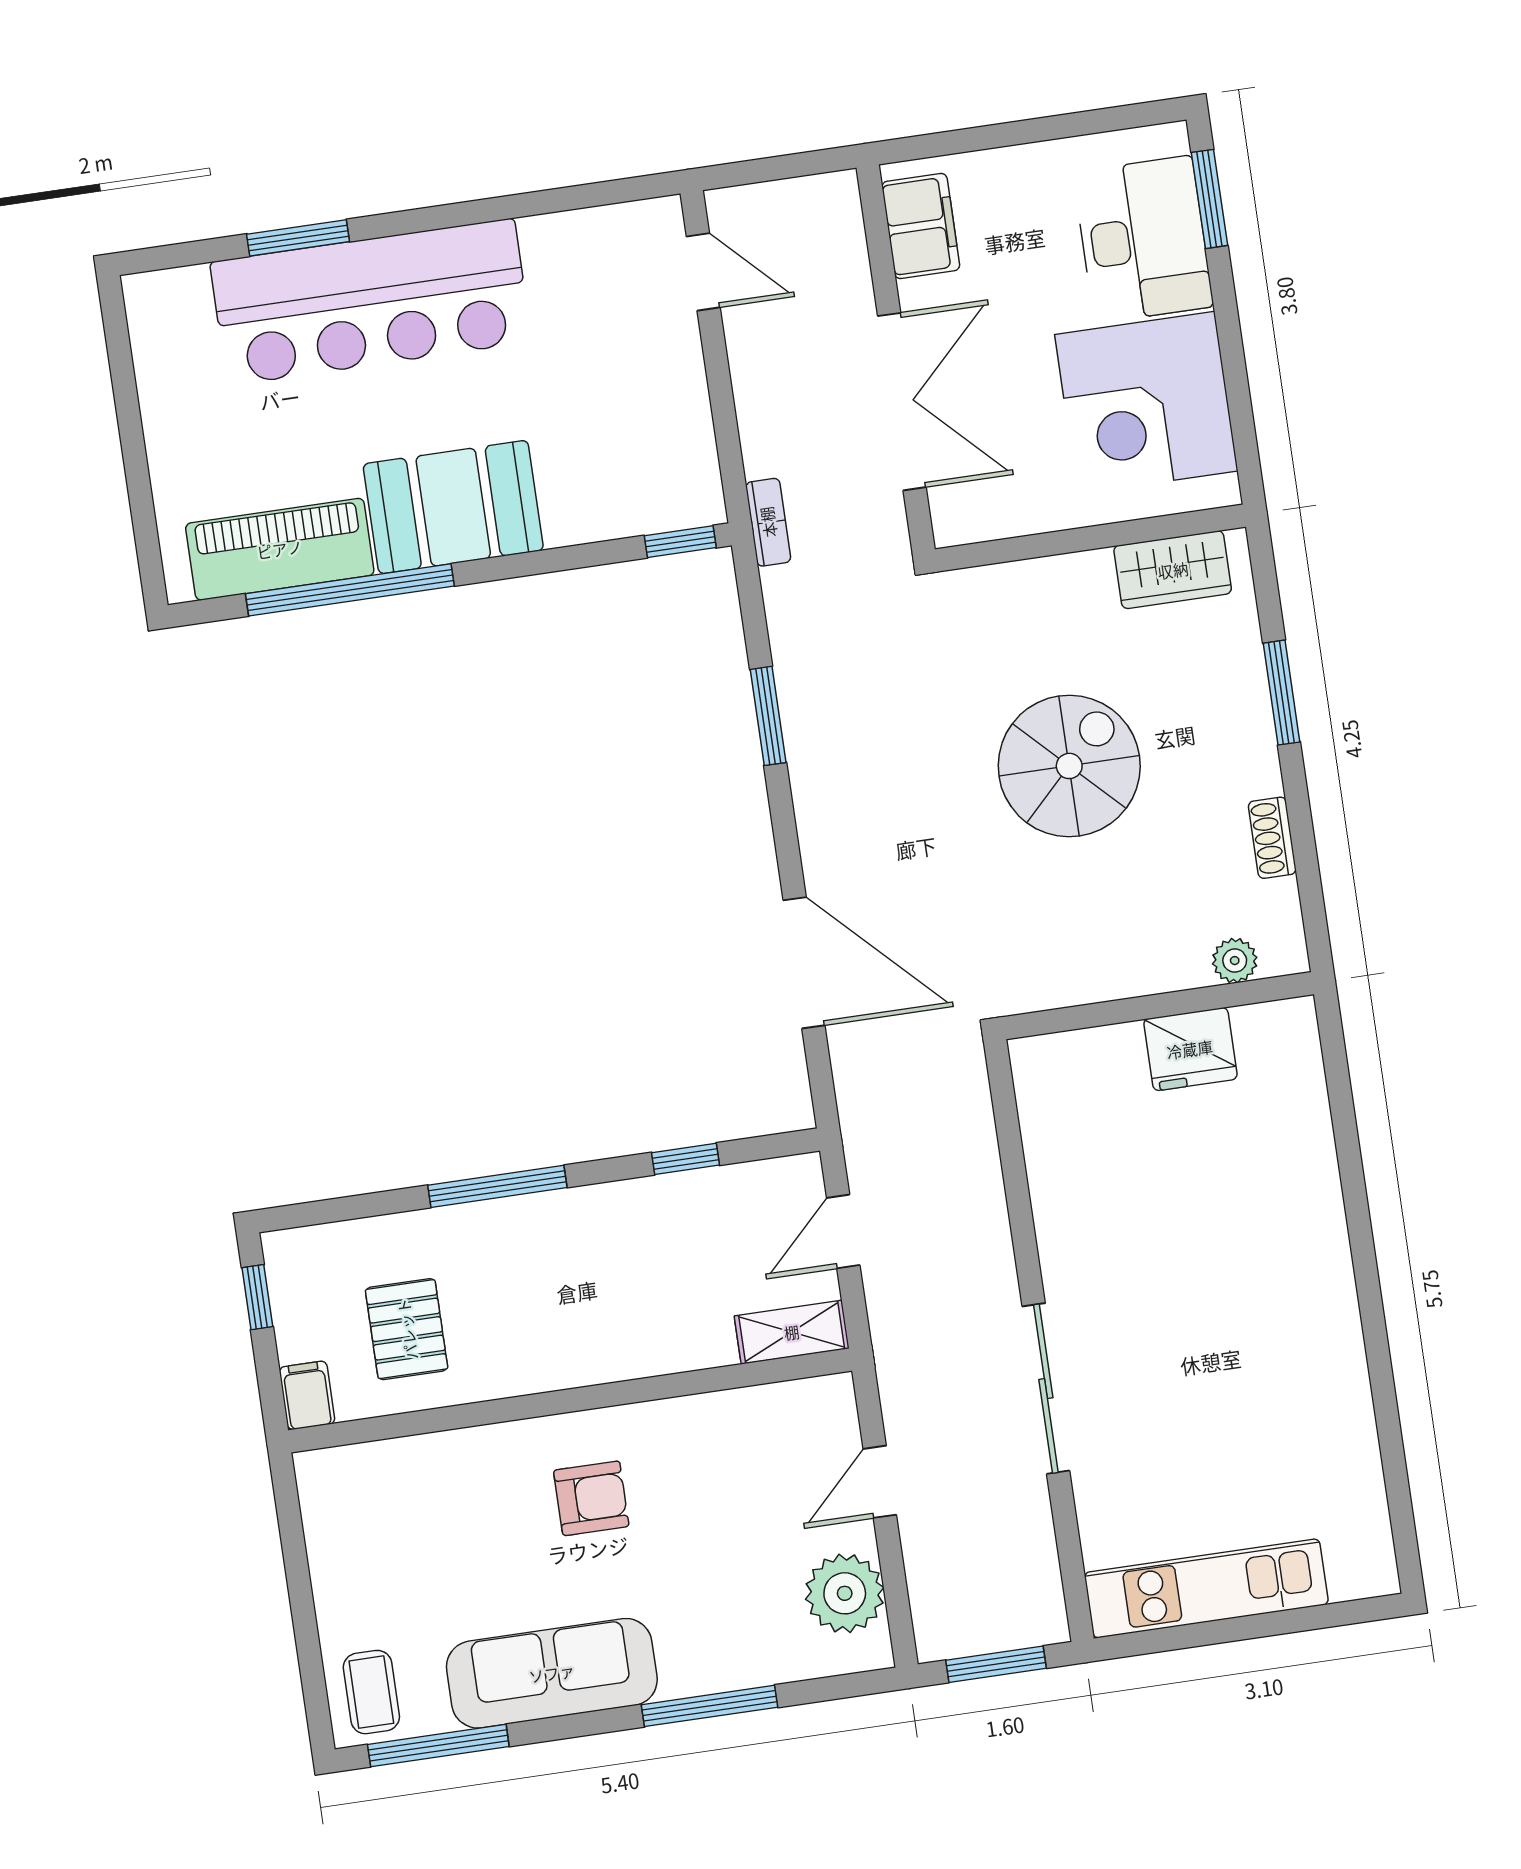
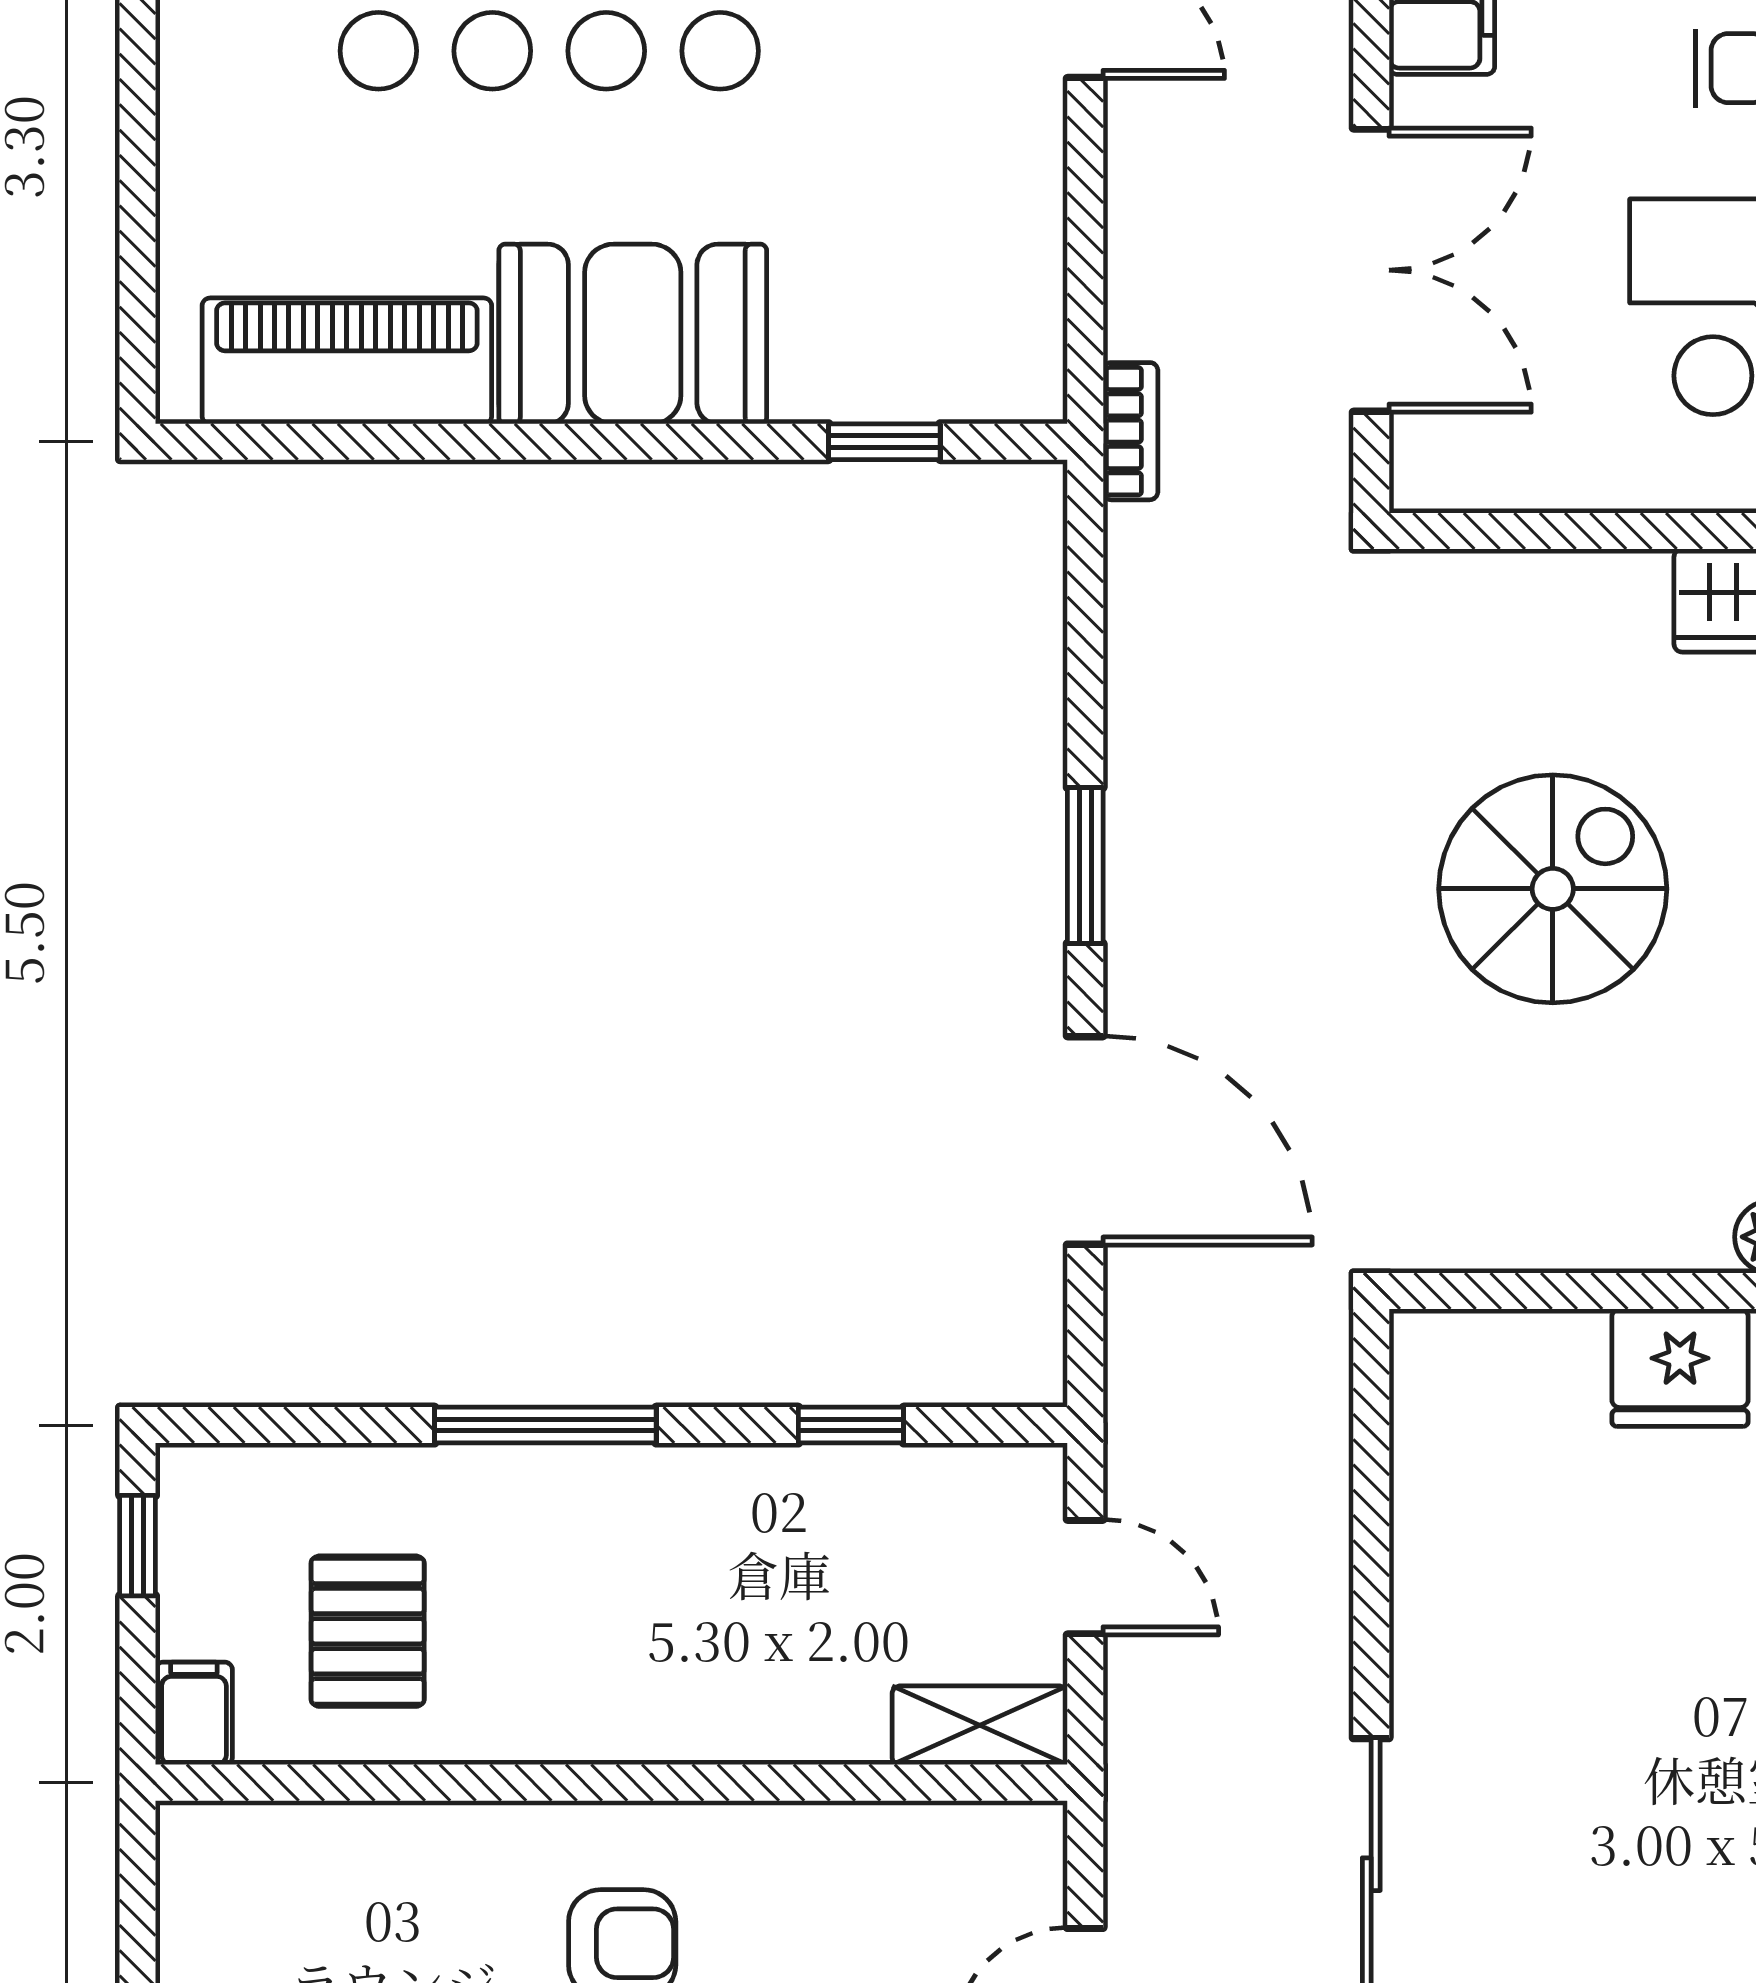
window: (680, 542) -> (884, 442), moved
window: (350, 590) -> (449, 442), removed
window: (768, 716) -> (1085, 865), moved
door: (843, 1231) -> (1085, 1577), swing flipped

